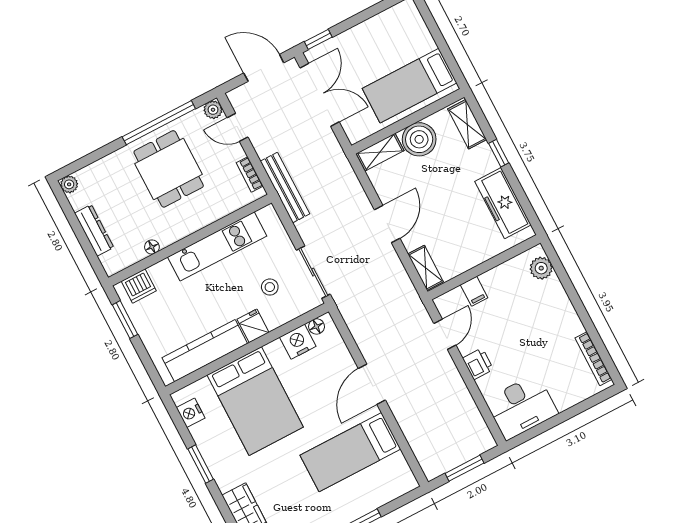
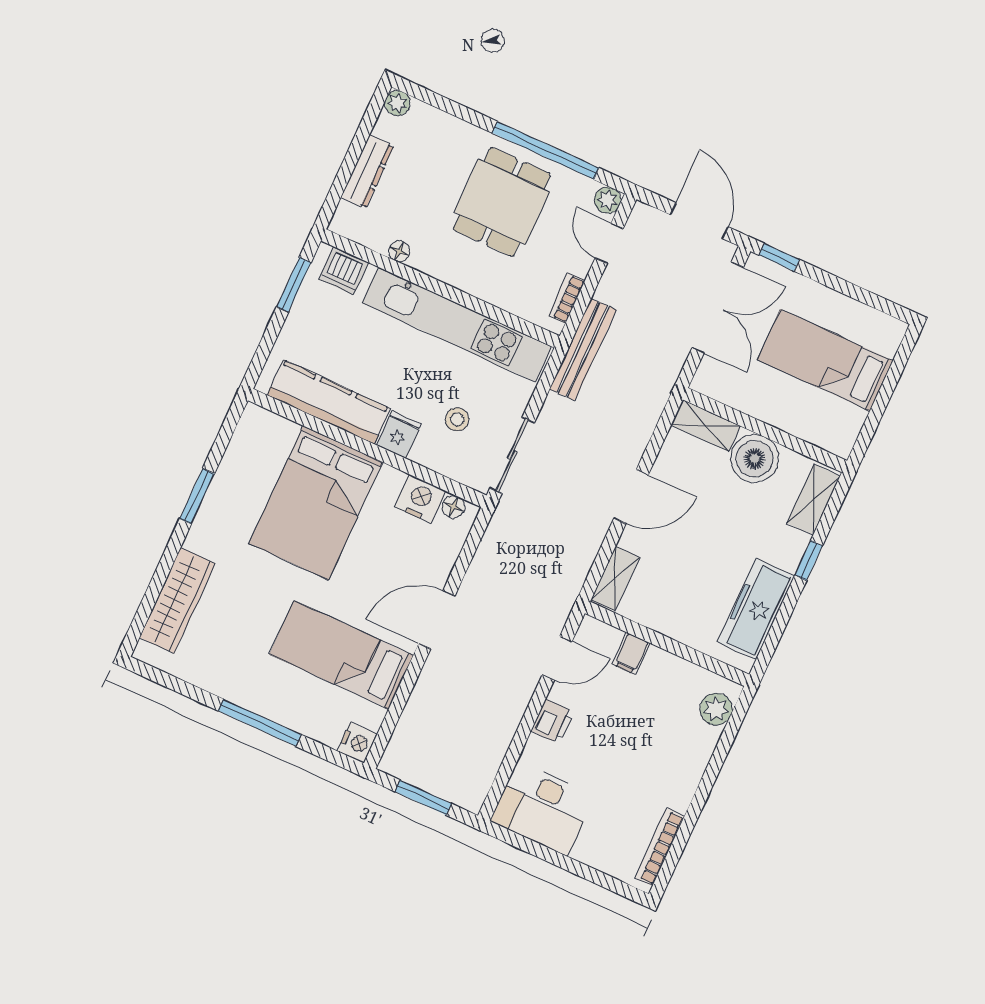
bed: (410, 86) -> (825, 360), moved
kitchen unit: (217, 246) -> (457, 324), width x1.36
nightstand: (191, 413) -> (357, 743), moved, turned 180

